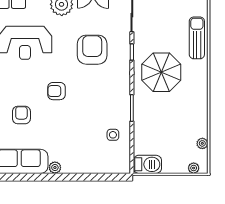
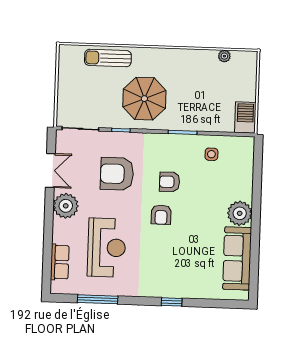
armchair: (21, 115) -> (170, 182), moved
plant: (55, 168) -> (240, 213), width x1.88, depth x1.88
plant: (194, 168) -> (251, 67), removed

